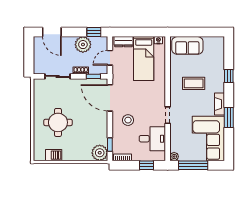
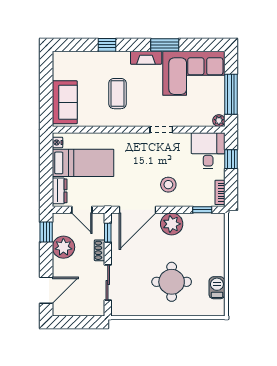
desk: (152, 139) -> (208, 151), moved
plant: (100, 153) -> (172, 224), moved

